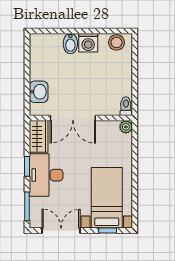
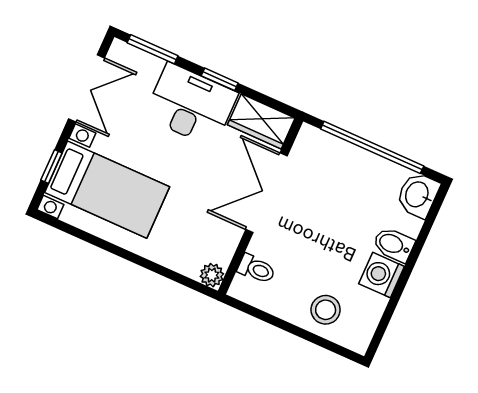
stool: (116, 42) -> (326, 310), moved
window: (27, 76) -> (372, 147), added
washbasin: (39, 92) -> (418, 195), moved, turned 90
toilet: (126, 106) -> (256, 269), moved

